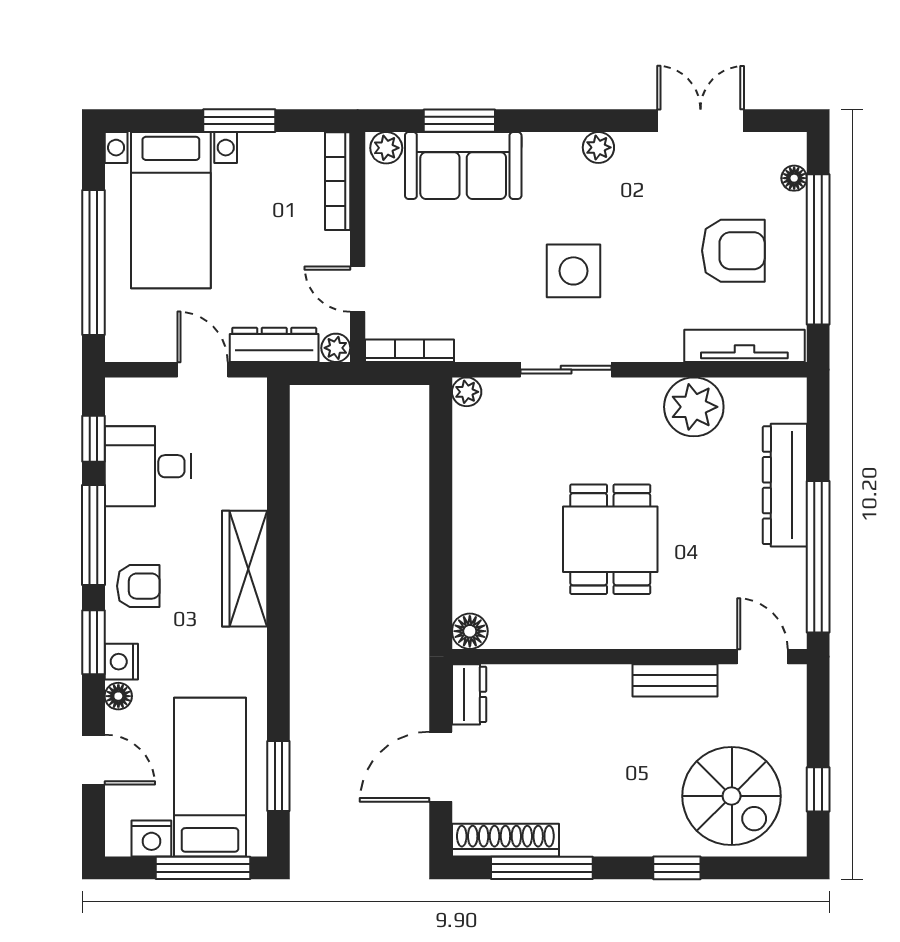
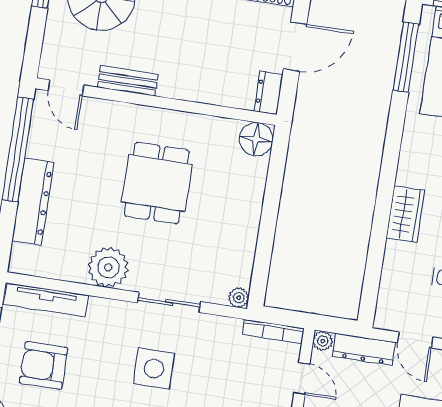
plant: (694, 407) -> (108, 267), moved
wardrobe: (245, 569) -> (405, 214), width x0.67
floor lamp: (470, 631) -> (256, 139), width x1.38, depth x1.38
window: (278, 776) -> (406, 57), width x1.44

